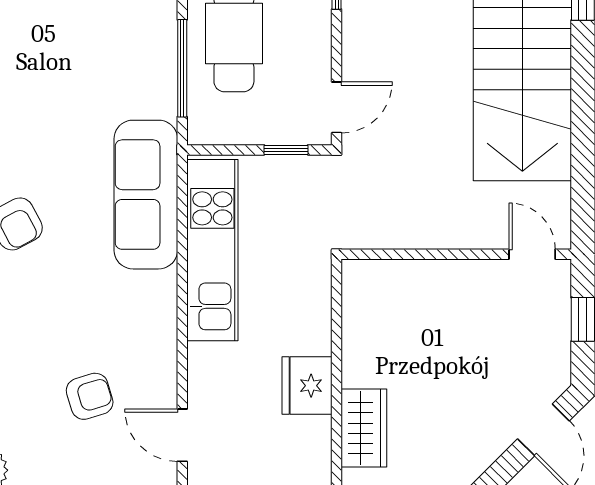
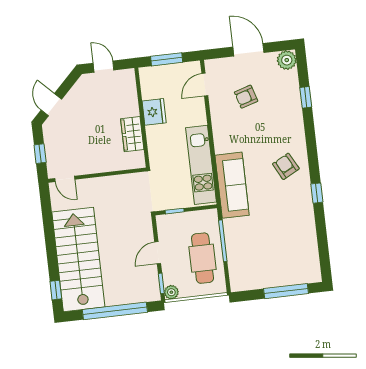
door: (337, 107) -> (158, 253), moved
wardrobe: (364, 428) -> (132, 134), moved
door: (182, 435) -> (205, 85), swing flipped

